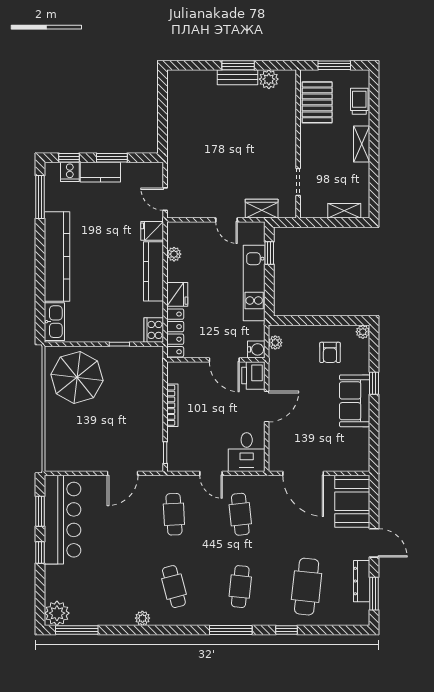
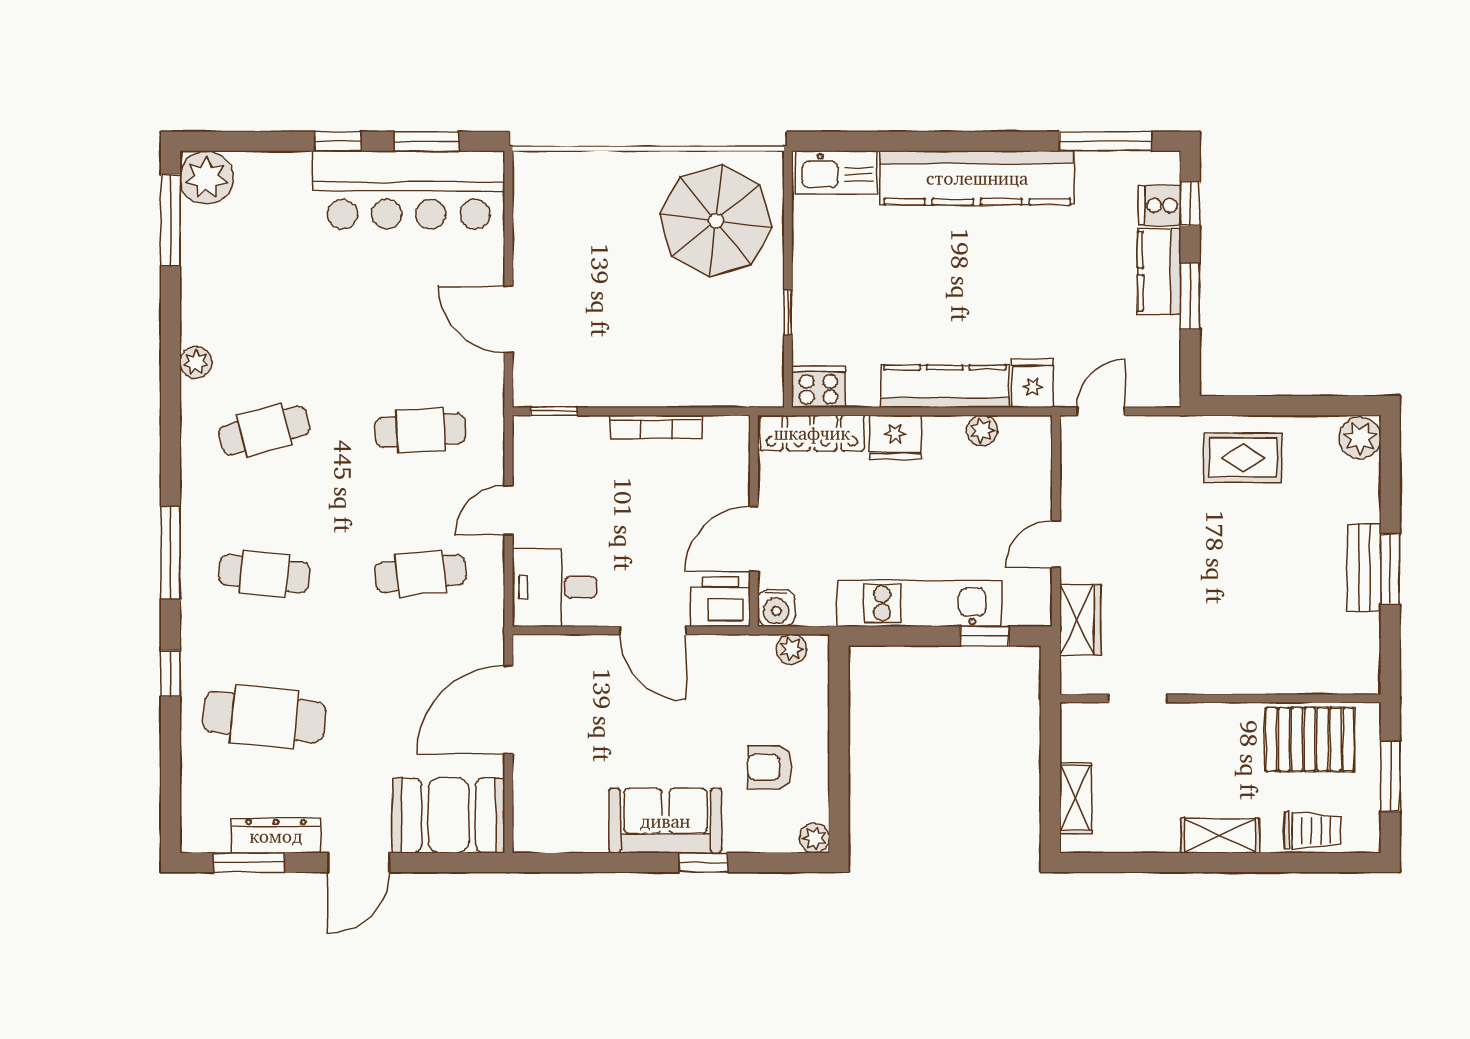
plant: (269, 79) -> (1360, 438), moved
rug: (187, 133) -> (1243, 458), added

